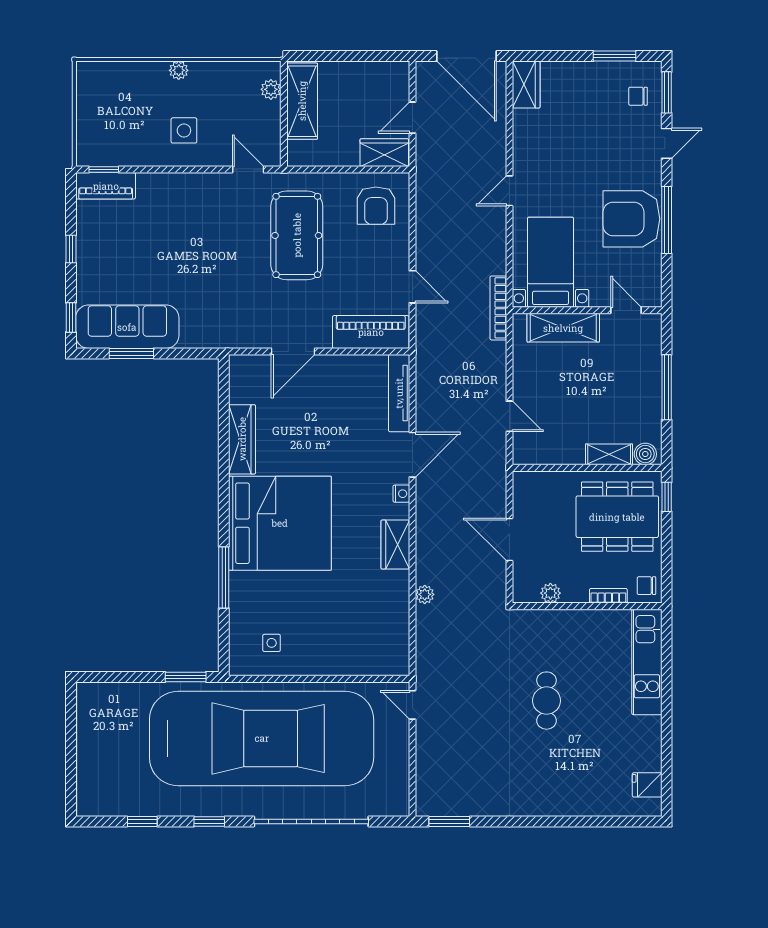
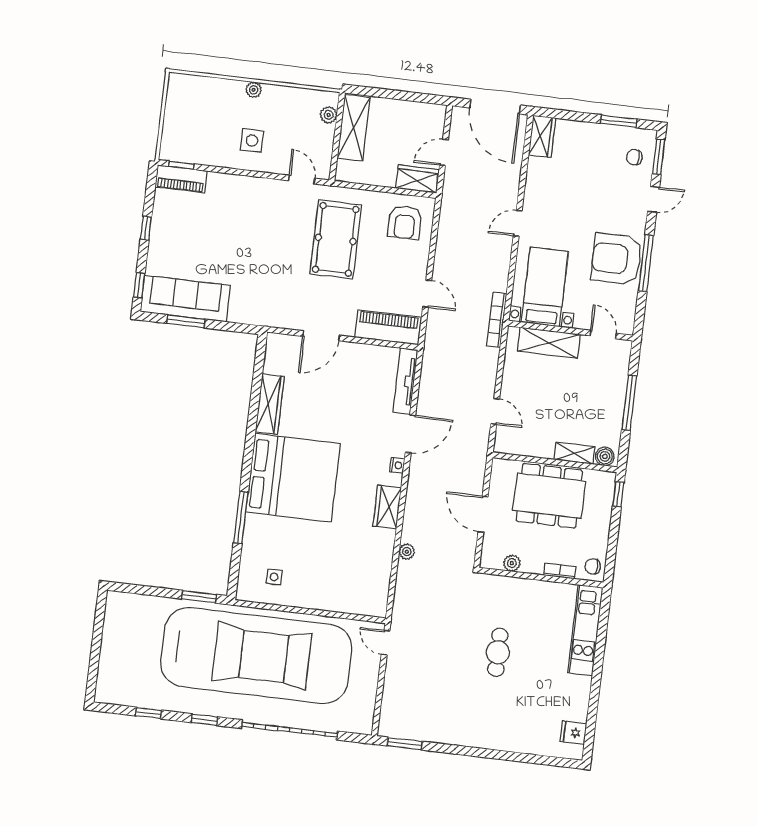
dining table: (617, 517) -> (549, 496), moved

